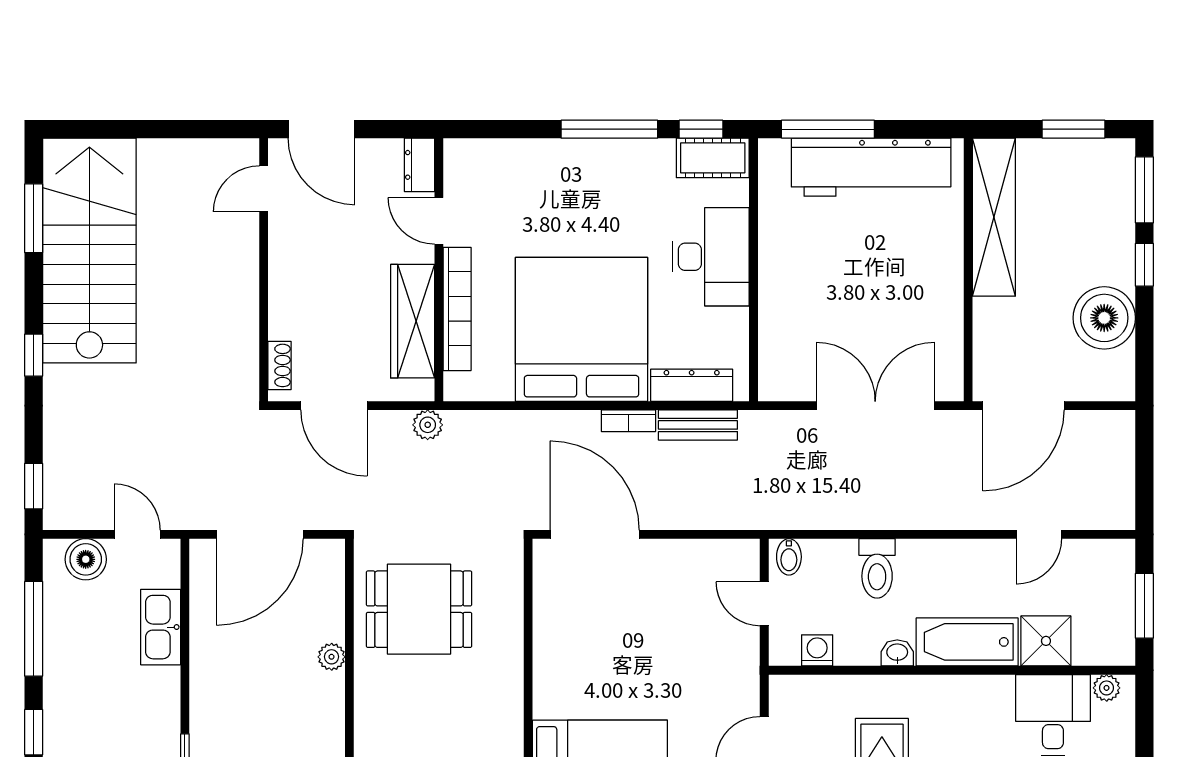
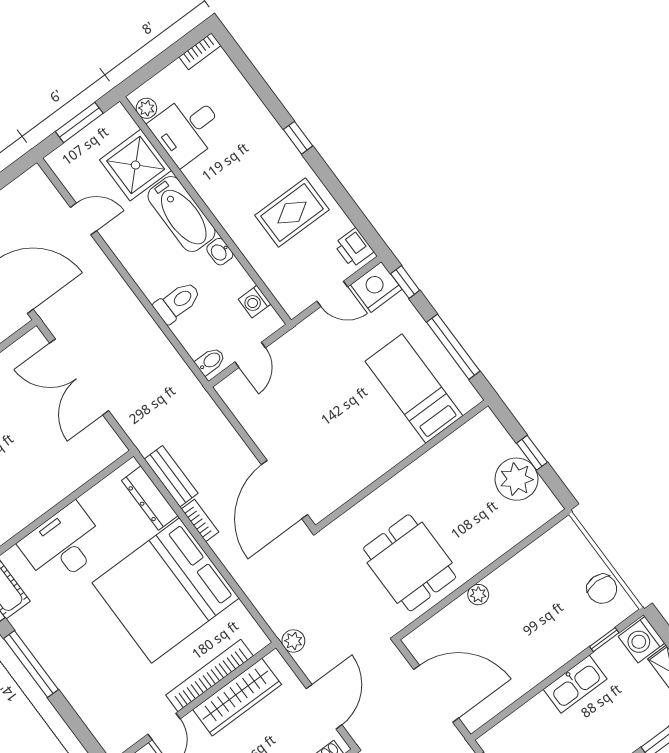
kitchen sink: (161, 627) -> (575, 684), moved
shower: (1046, 641) -> (136, 165), width x1.36, depth x1.36

